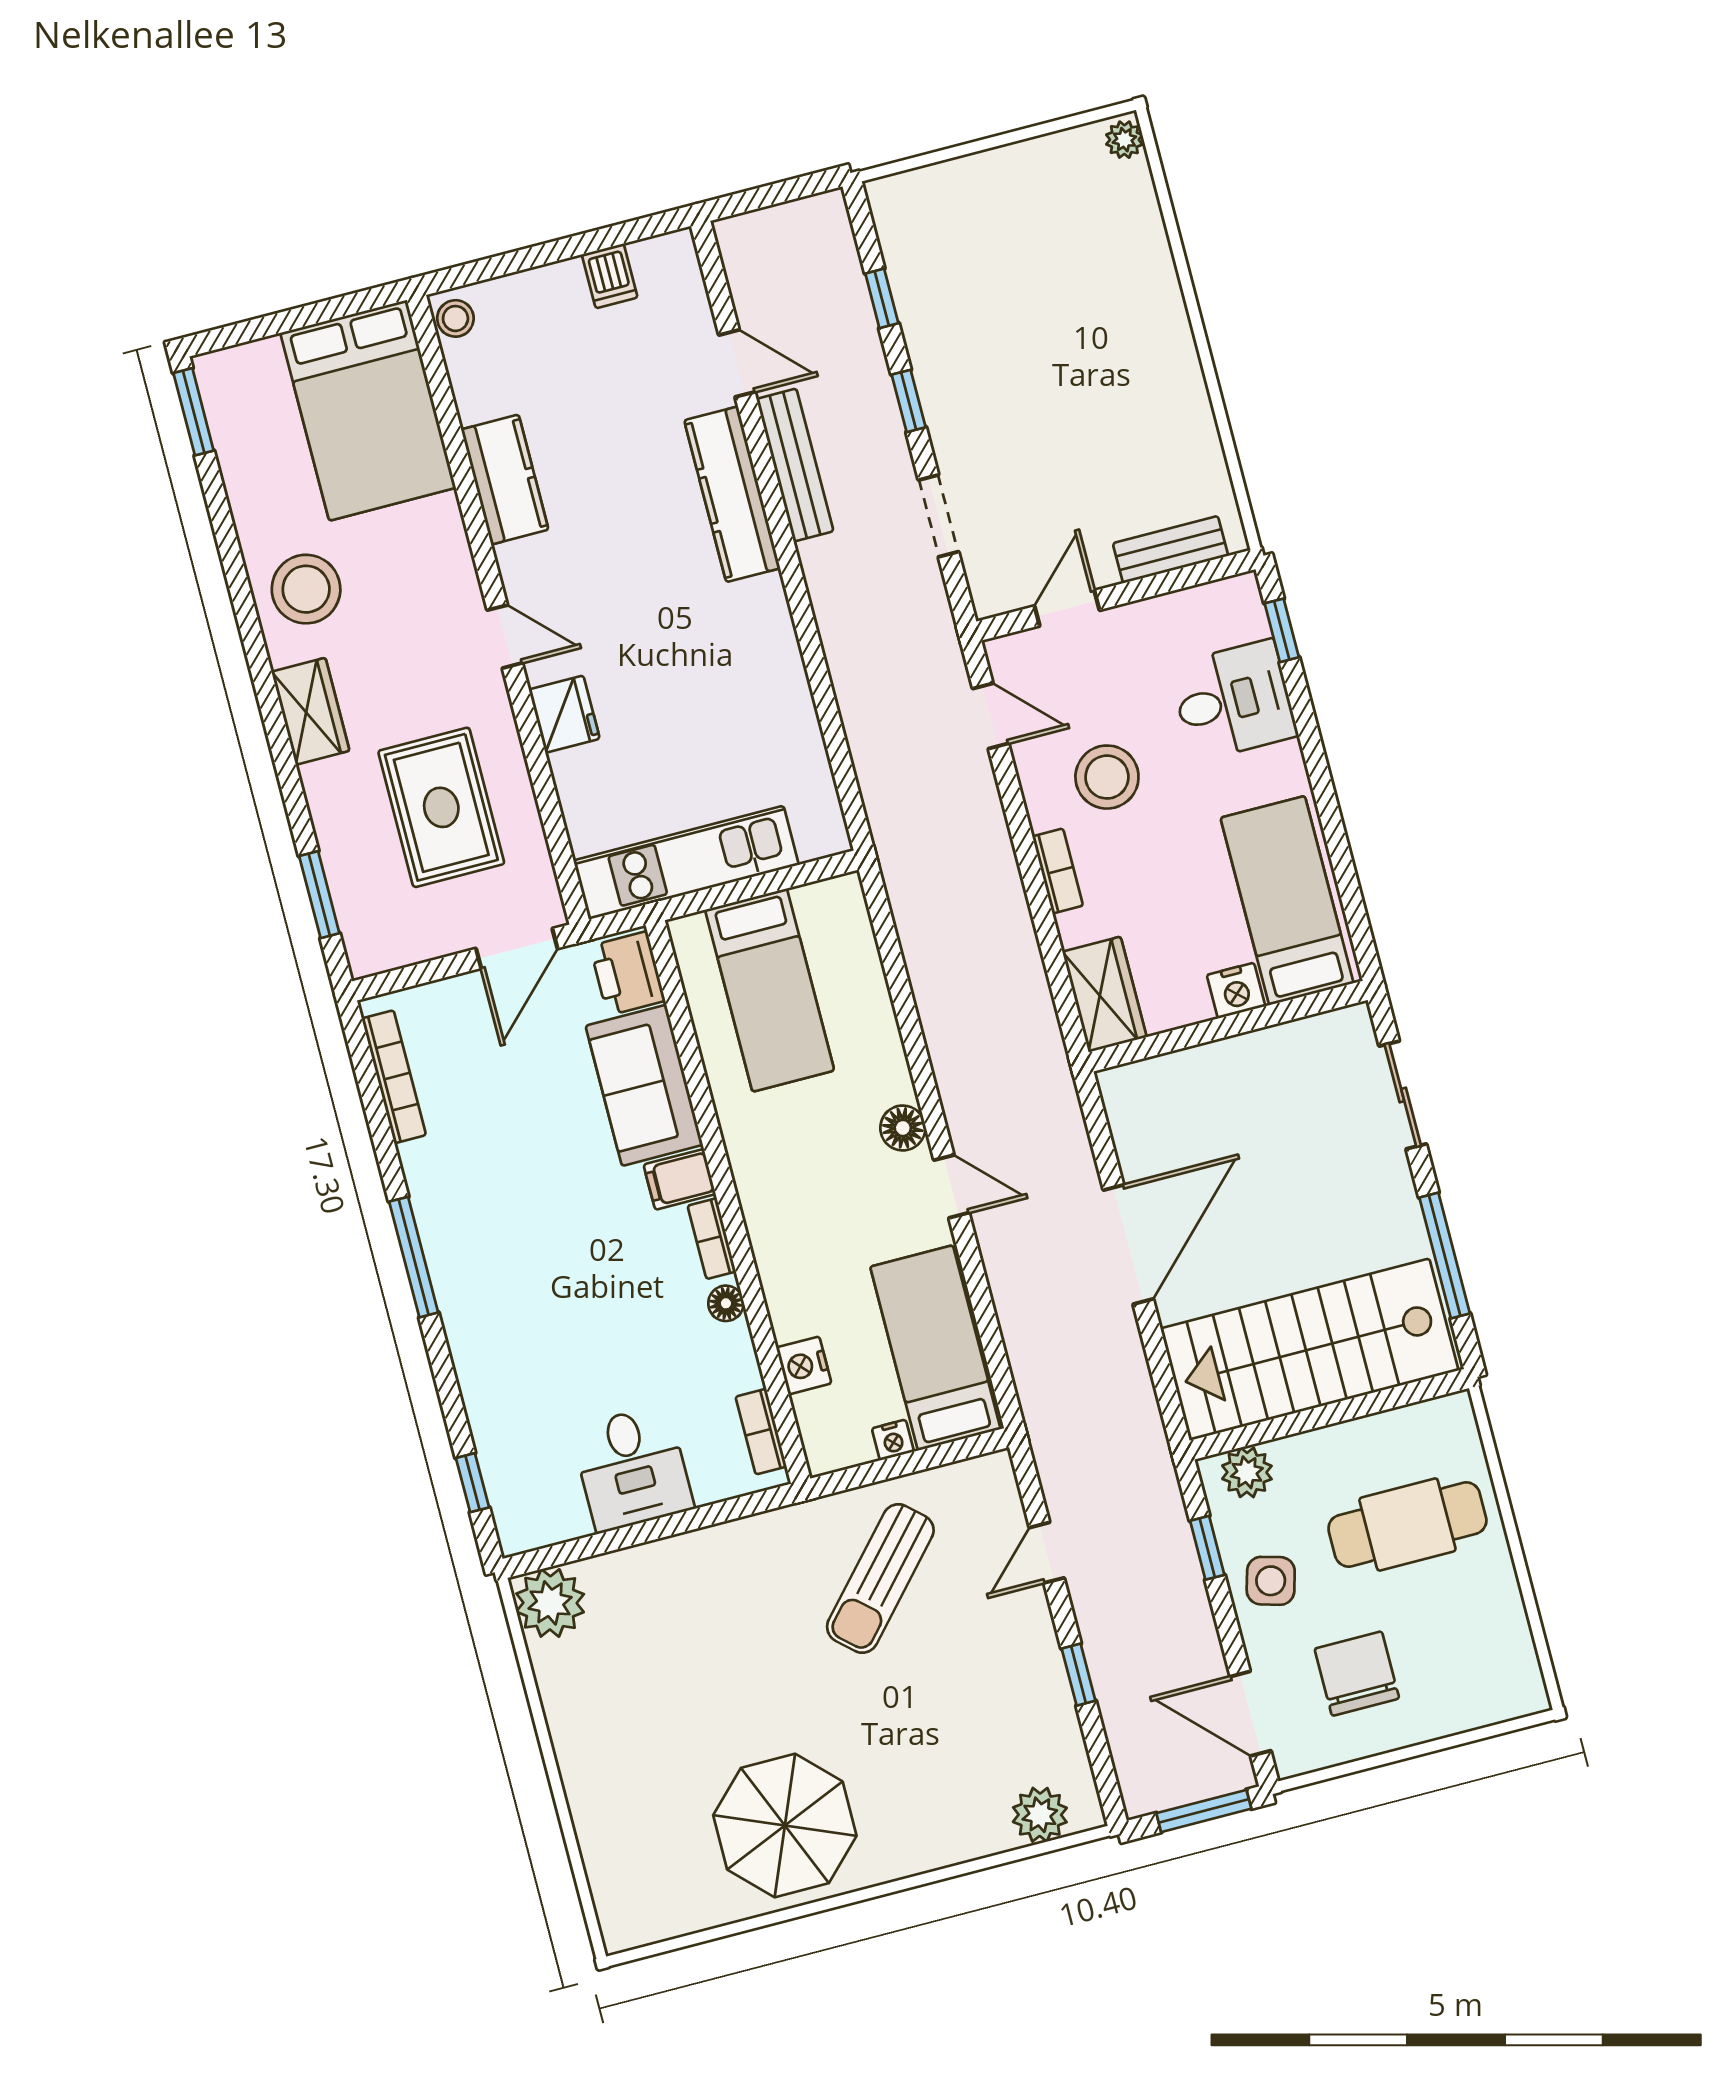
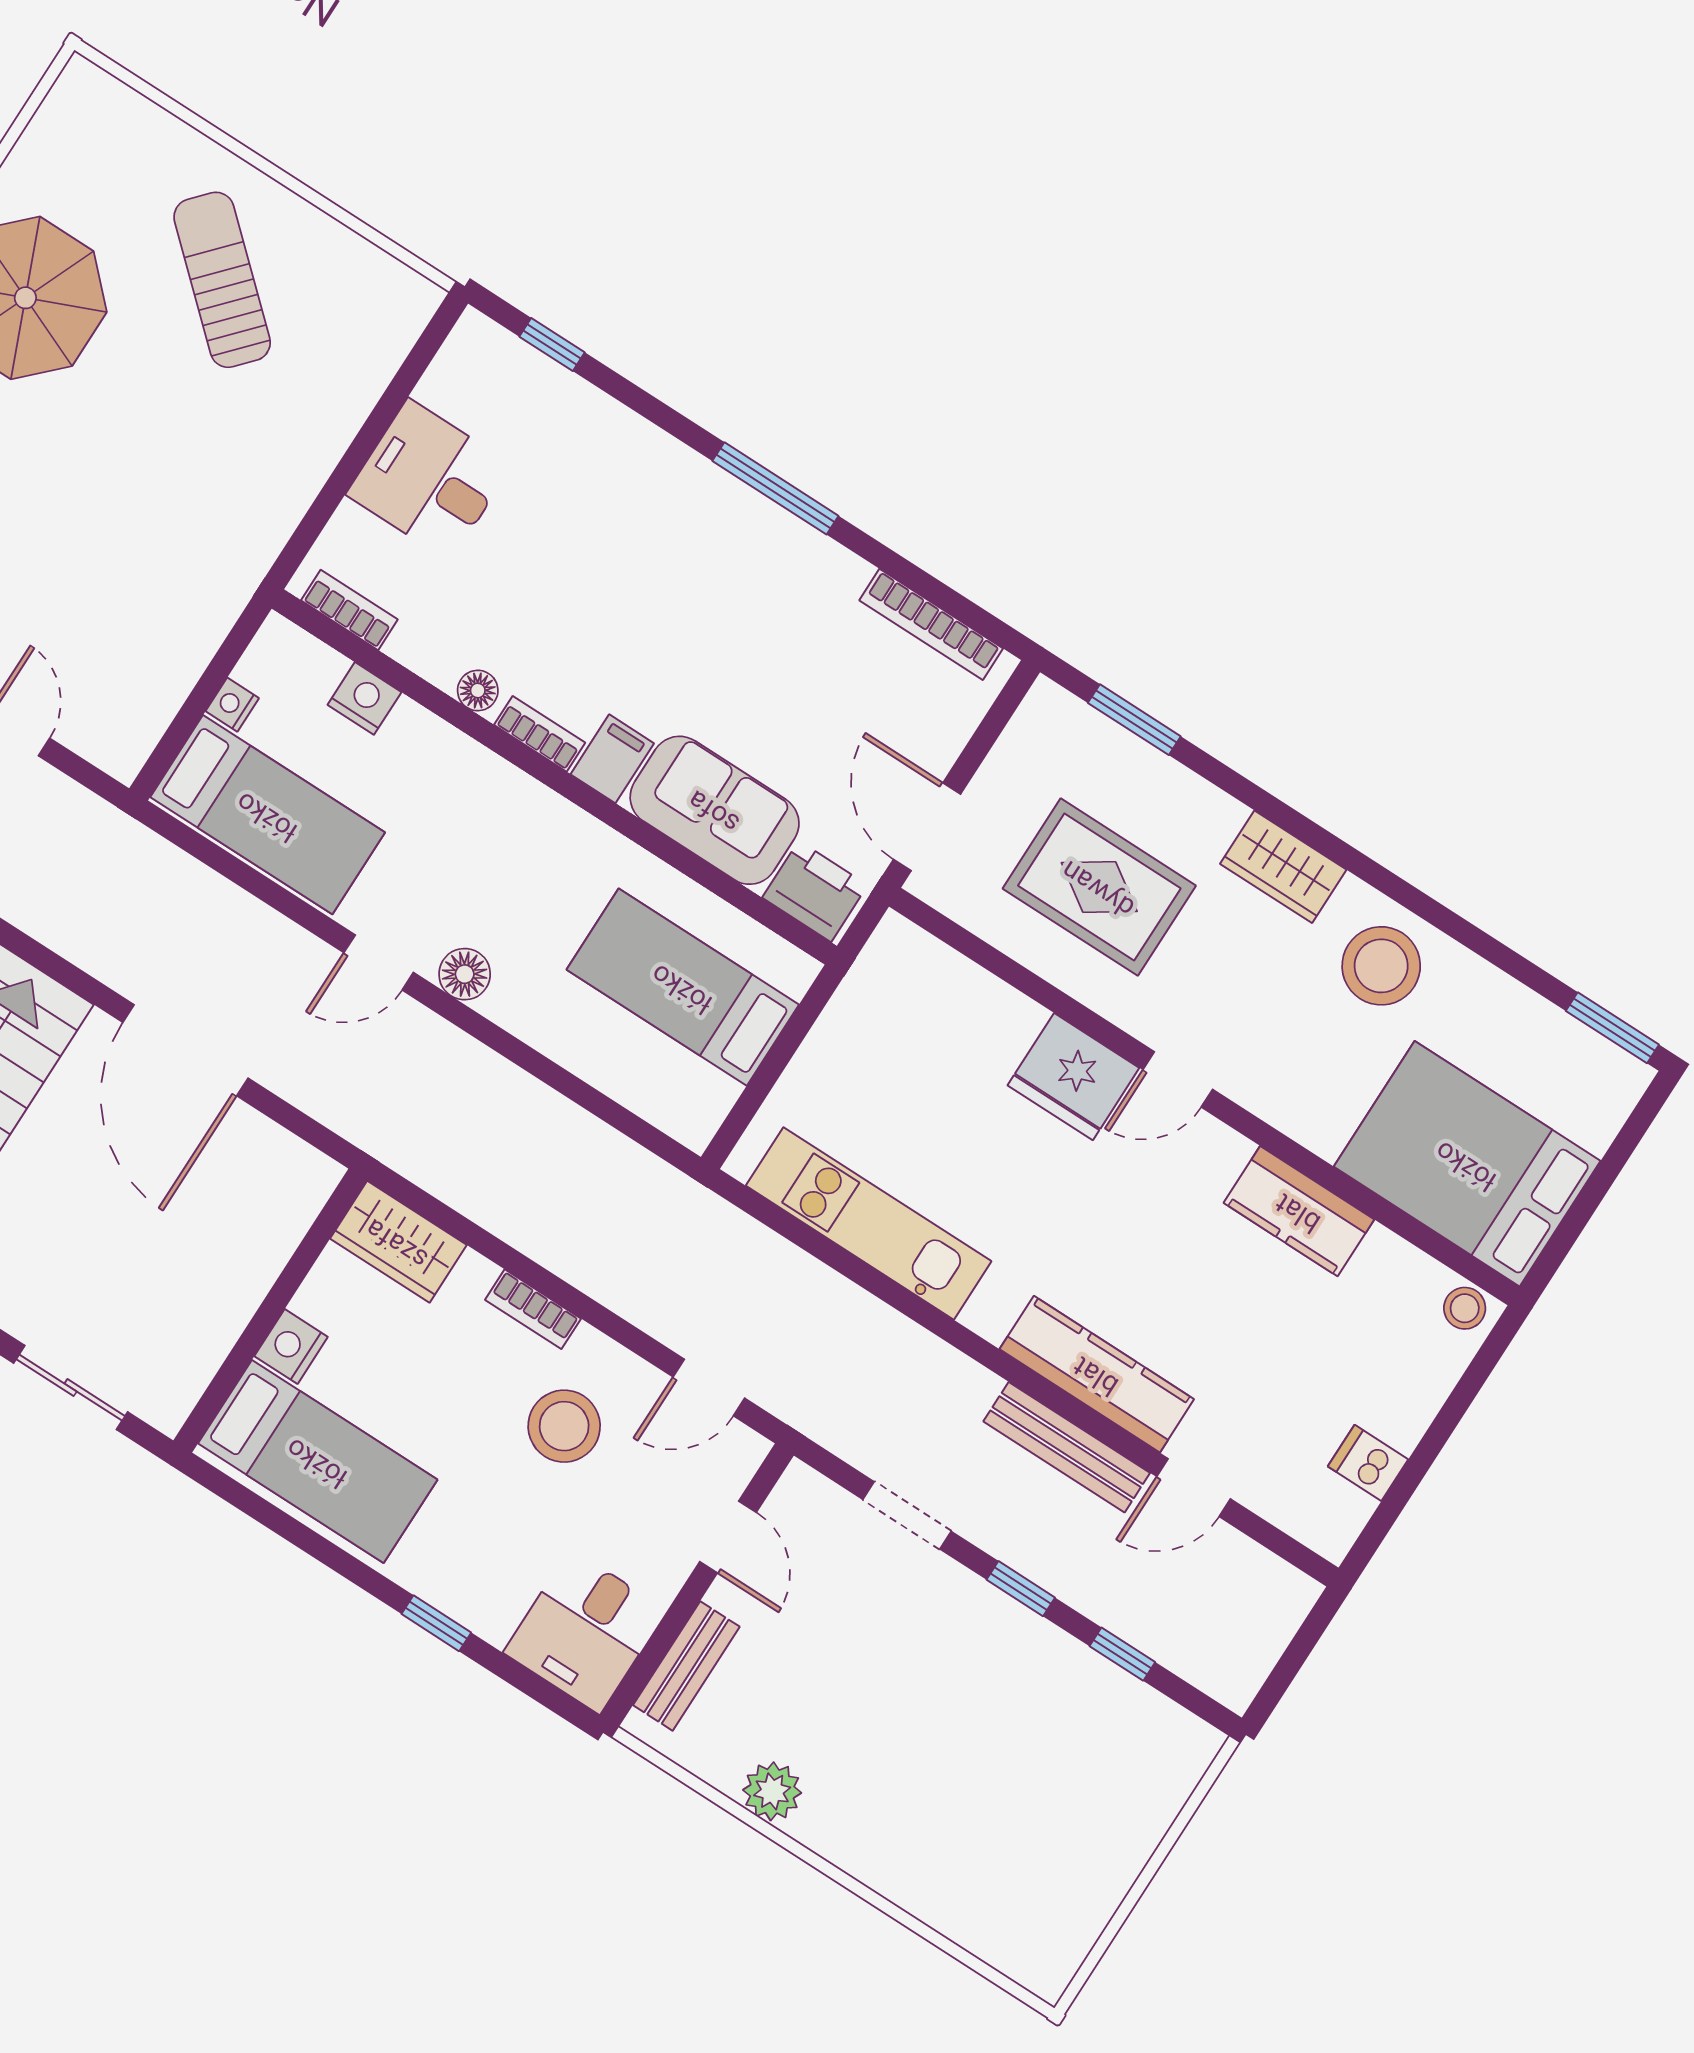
plant: (1124, 140) -> (772, 1791), moved, width x1.38, depth x1.38
window: (1282, 630) -> (436, 1623), moved
desk: (1233, 700) -> (585, 1631), moved
fridge: (564, 714) -> (1073, 1077), width x1.36, depth x1.34
kitchen unit: (686, 863) -> (869, 1223), moved, turned -90
sun lounger: (880, 1579) -> (222, 280), moved
plant: (550, 1603) -> (394, 303), removed

